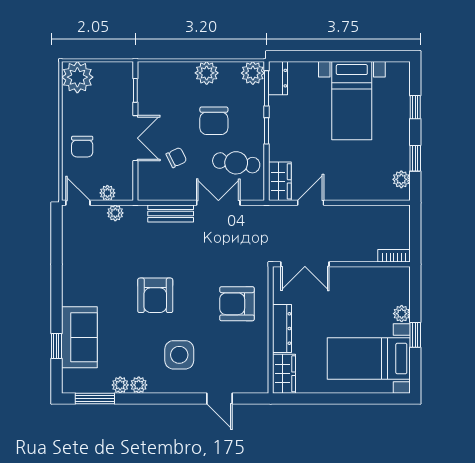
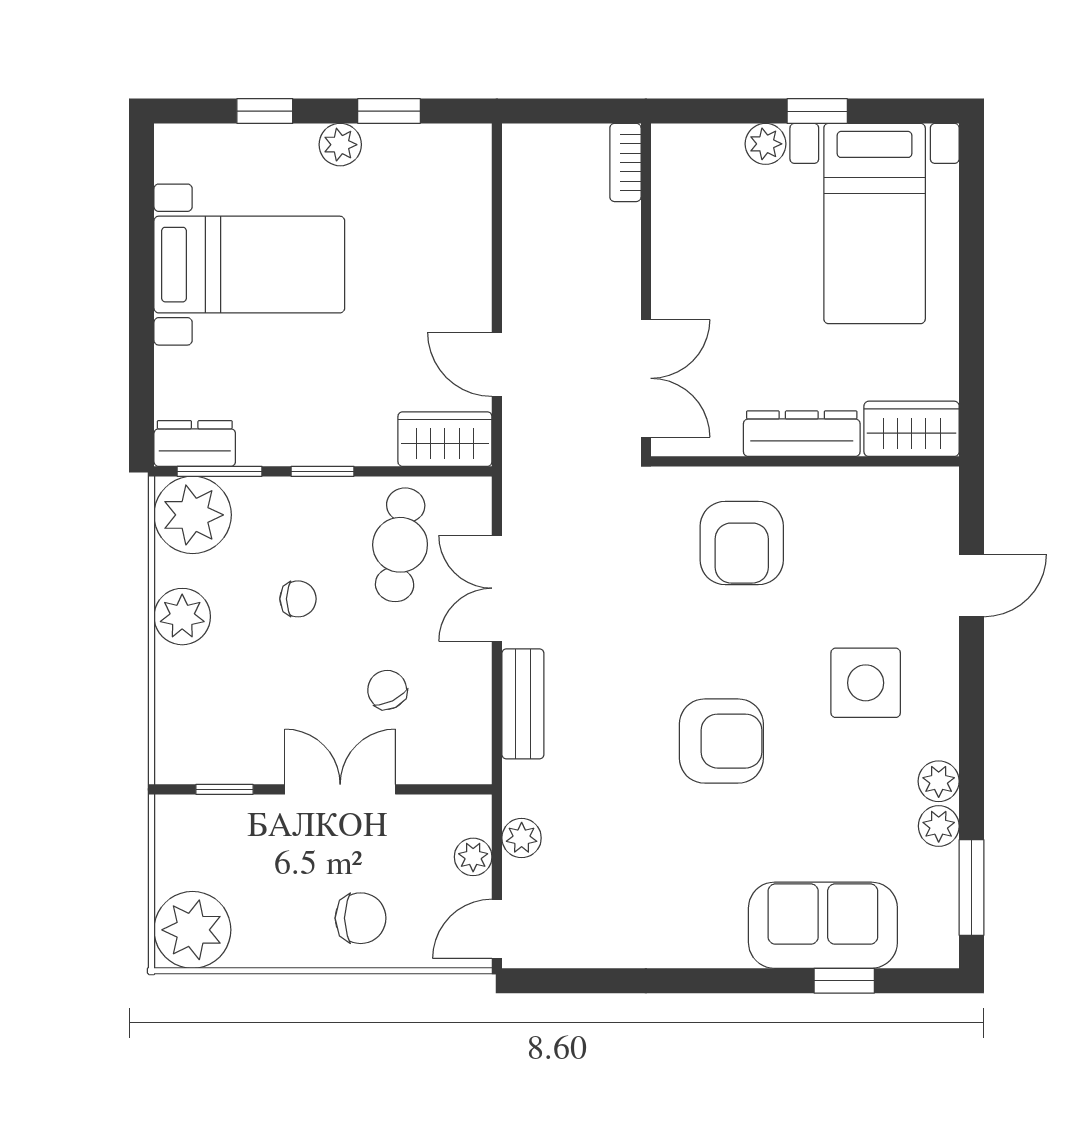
plant: (253, 73) -> (193, 515), width x1.36, depth x1.36
chair: (214, 121) -> (298, 599), width x0.54, depth x0.54
plant: (401, 179) -> (340, 145), moved

